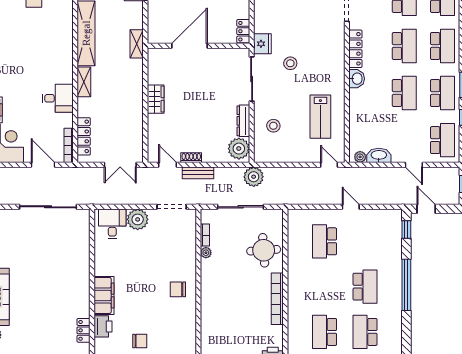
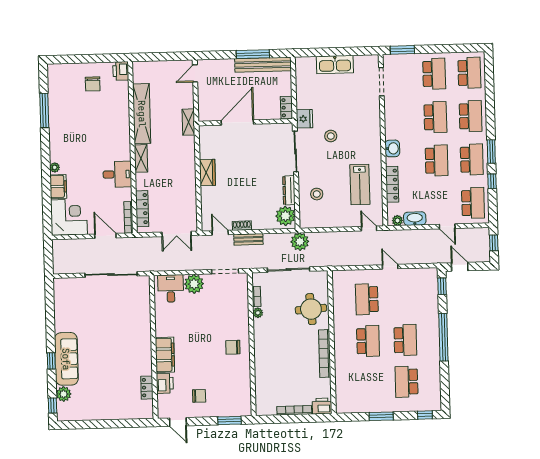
locker: (355, 49) -> (392, 184), moved
school desk: (325, 332) -> (368, 341), moved, turned 180

